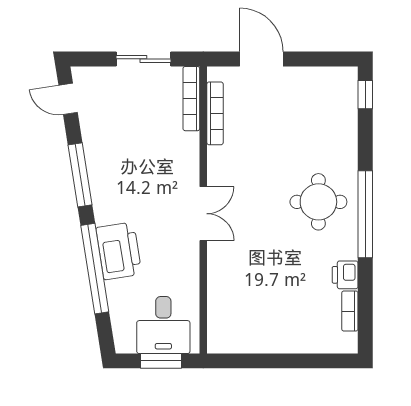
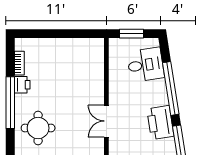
window: (365, 214) -> (10, 103), moved
printer: (119, 251) -> (160, 123), moved
desk: (163, 325) -> (146, 65), moved, turned 81

